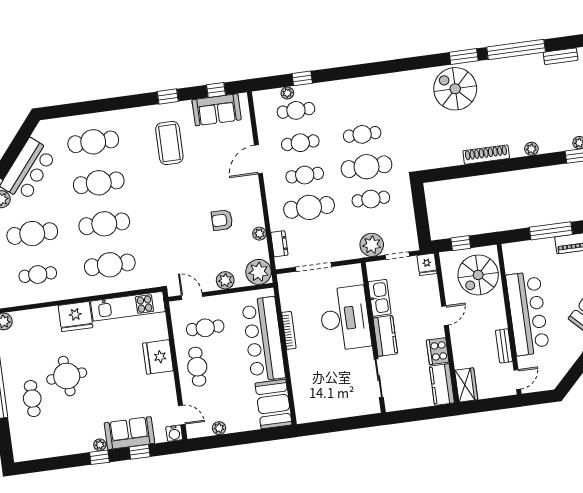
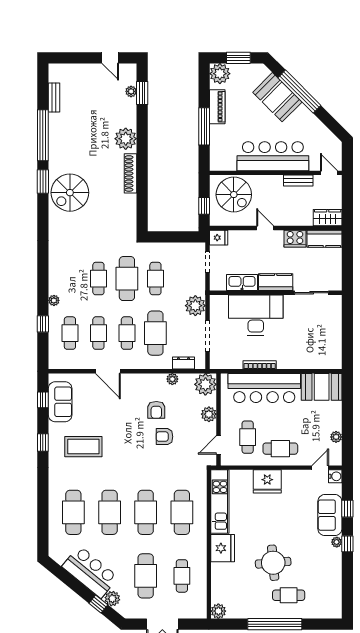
plant: (287, 93) -> (54, 300), moved
plant: (531, 149) -> (126, 139), width x1.87, depth x1.87
armchair: (193, 233) -> (164, 437), added
plant: (372, 245) -> (195, 306), moved

